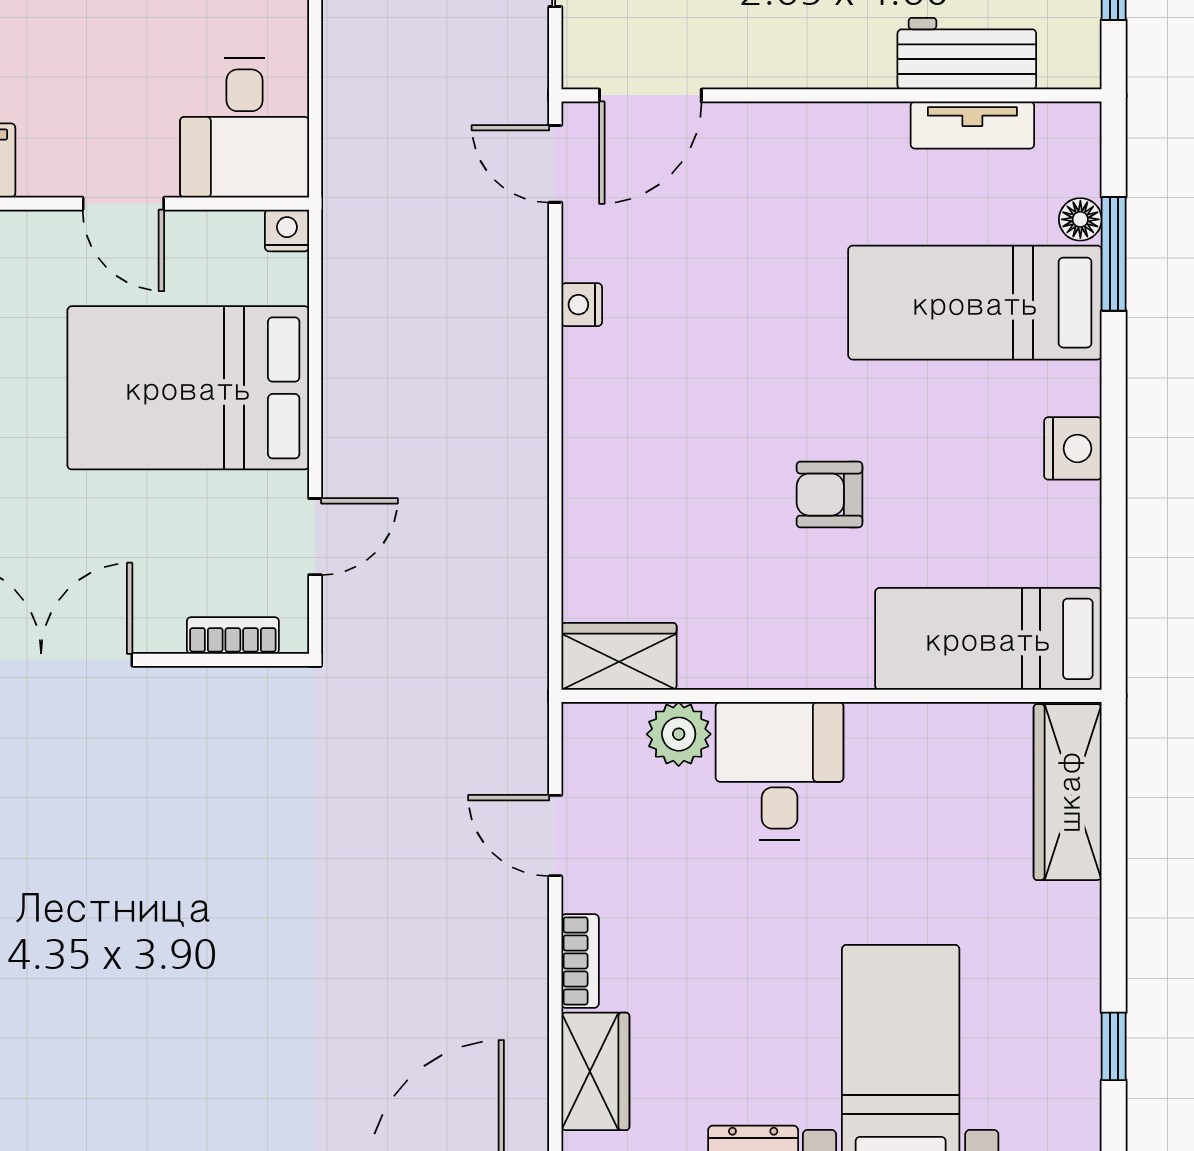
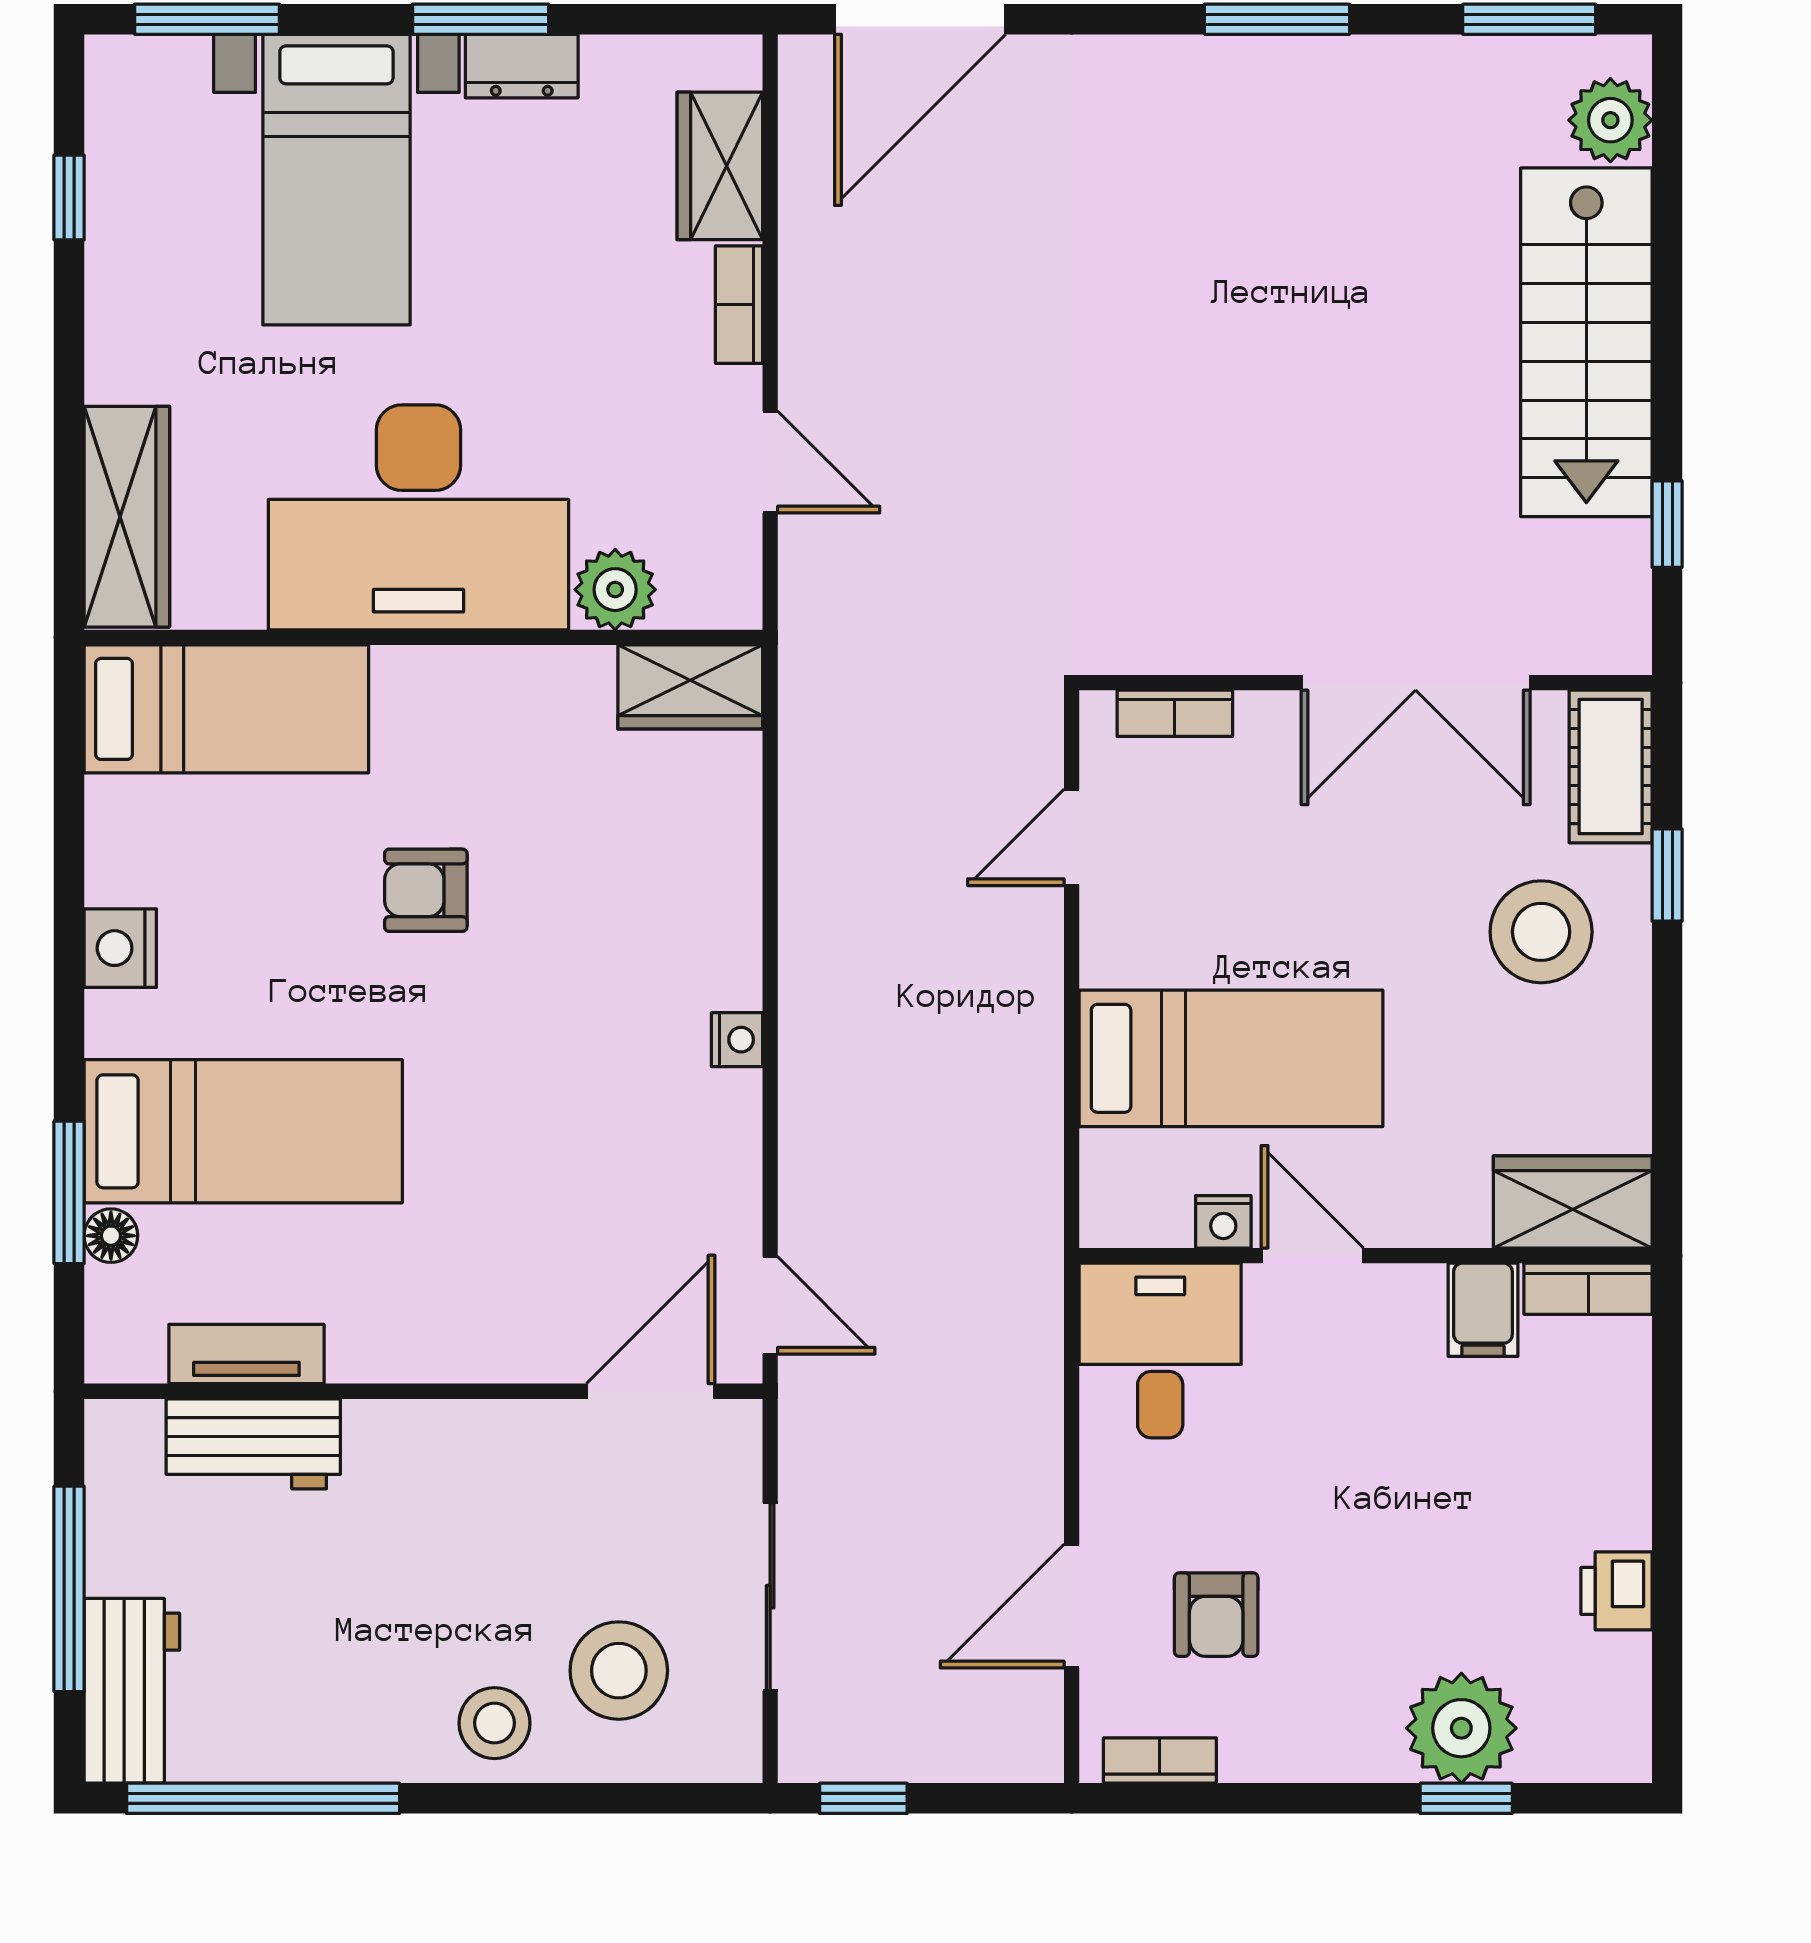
nightstand: (287, 230) -> (1223, 1222), moved
nightstand: (582, 305) -> (737, 1040), moved
bed: (188, 388) -> (1231, 1058), width x0.67
armchair: (829, 495) -> (426, 890), turned 180
desk: (780, 771) -> (418, 517), width x1.87, depth x1.30

